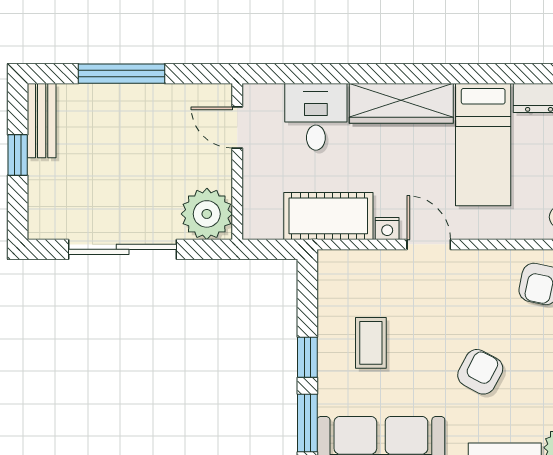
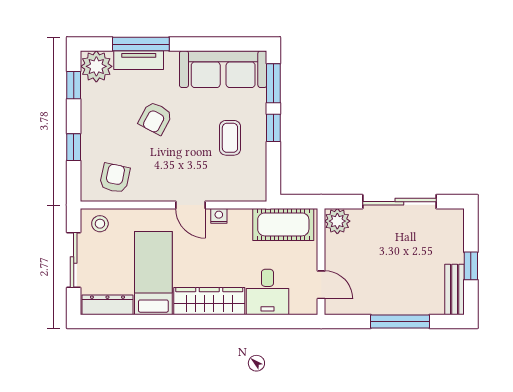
plant: (207, 214) -> (337, 221), width x0.73, depth x0.73
cot: (328, 216) -> (283, 224), moved

